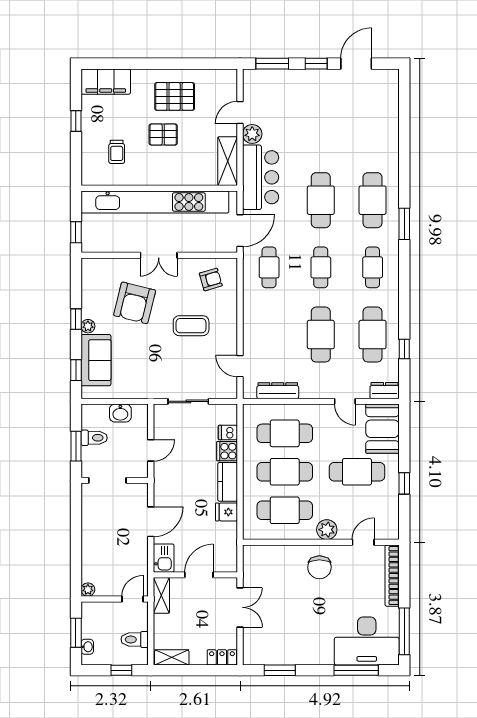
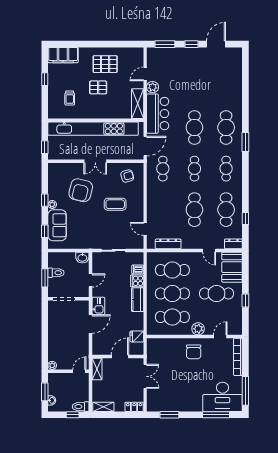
washbasin: (120, 413) -> (82, 258), moved
fridge: (227, 512) -> (137, 337), moved
kitchen sink: (164, 558) -> (98, 306), moved
toilet: (135, 639) -> (81, 407), moved

